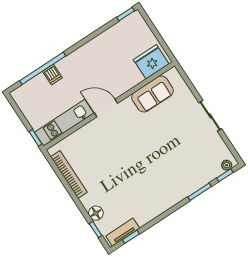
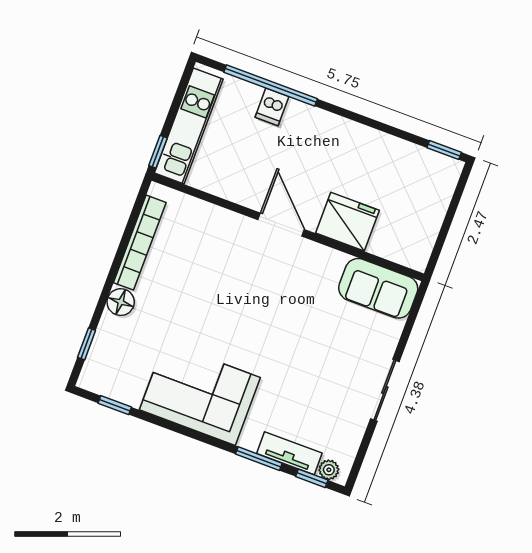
fridge: (151, 62) -> (347, 222), moved
sofa: (153, 94) -> (378, 288), moved
kitchen unit: (64, 123) -> (189, 126), moved, turned 90
corner sofa: (153, 197) -> (200, 394), added
floor lamp: (96, 213) -> (121, 302), moved
tv unit: (123, 232) -> (289, 453), moved

